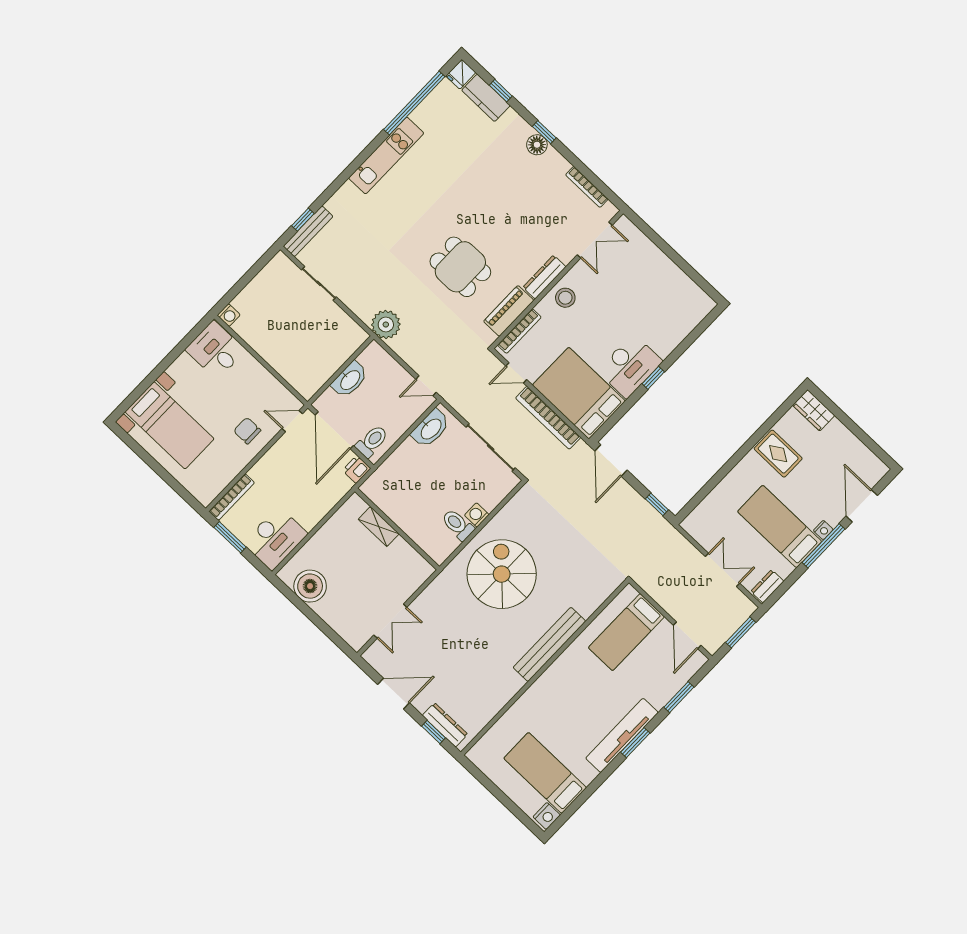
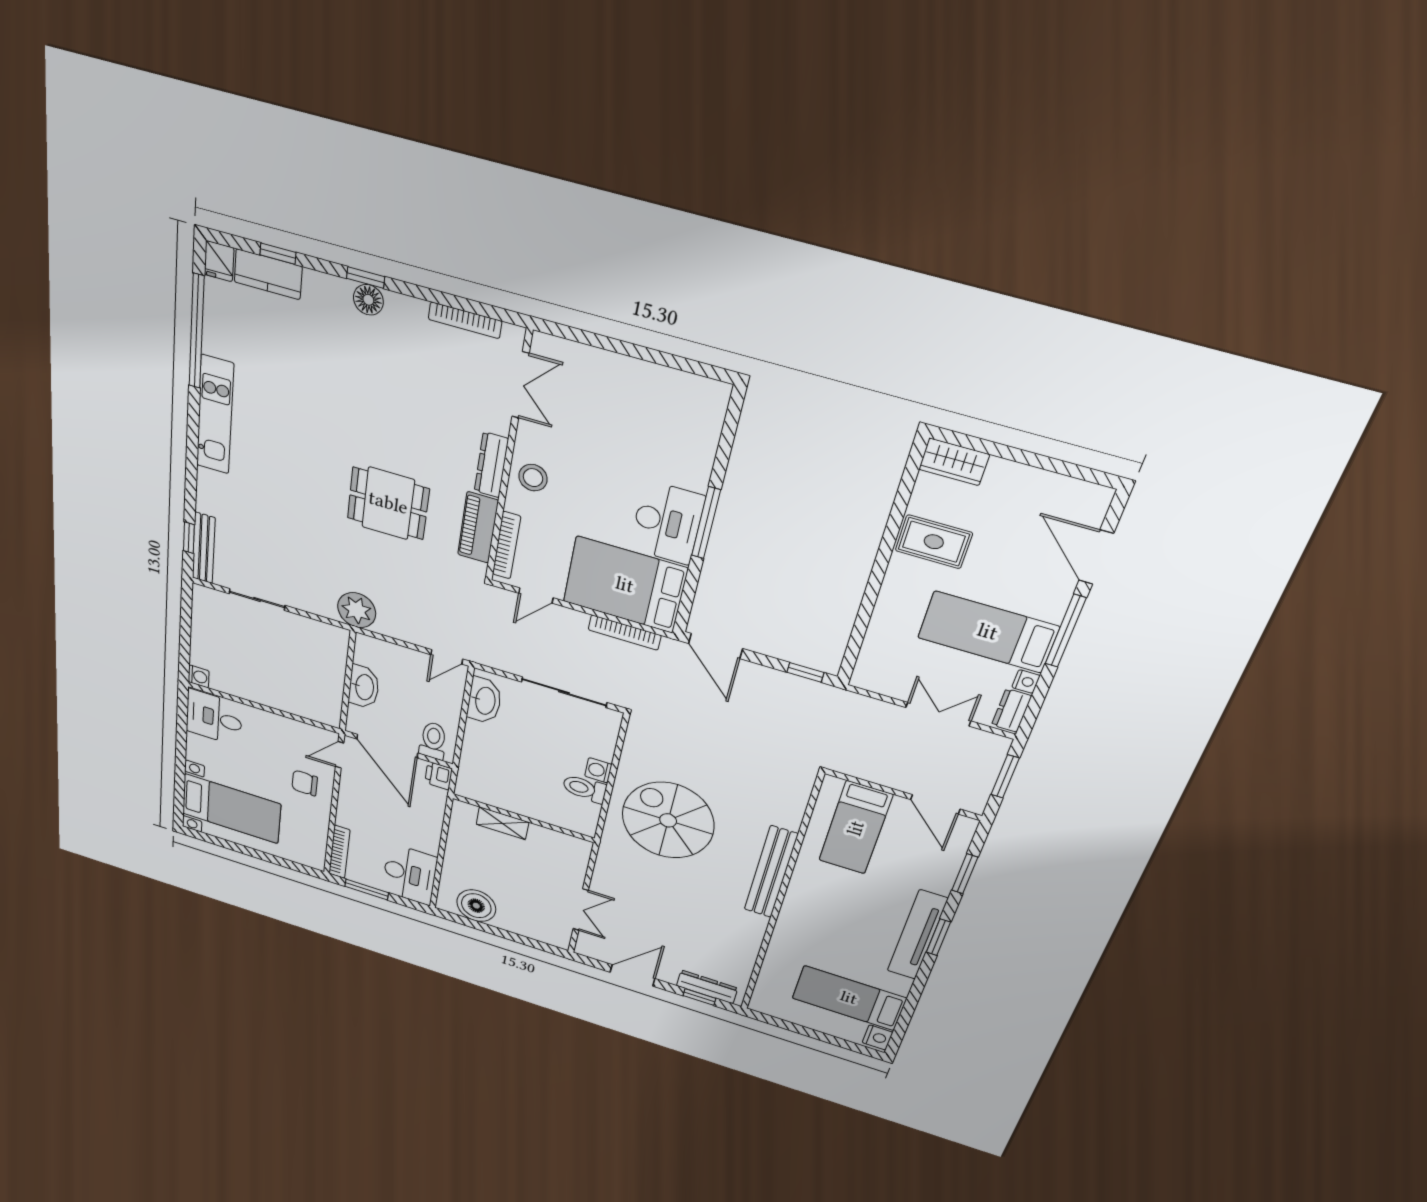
window: (653, 378) -> (706, 523), width x2.17
bookcase: (548, 418) -> (625, 633), width x0.68, depth x0.76
nightstand: (823, 530) -> (1026, 681), moved

